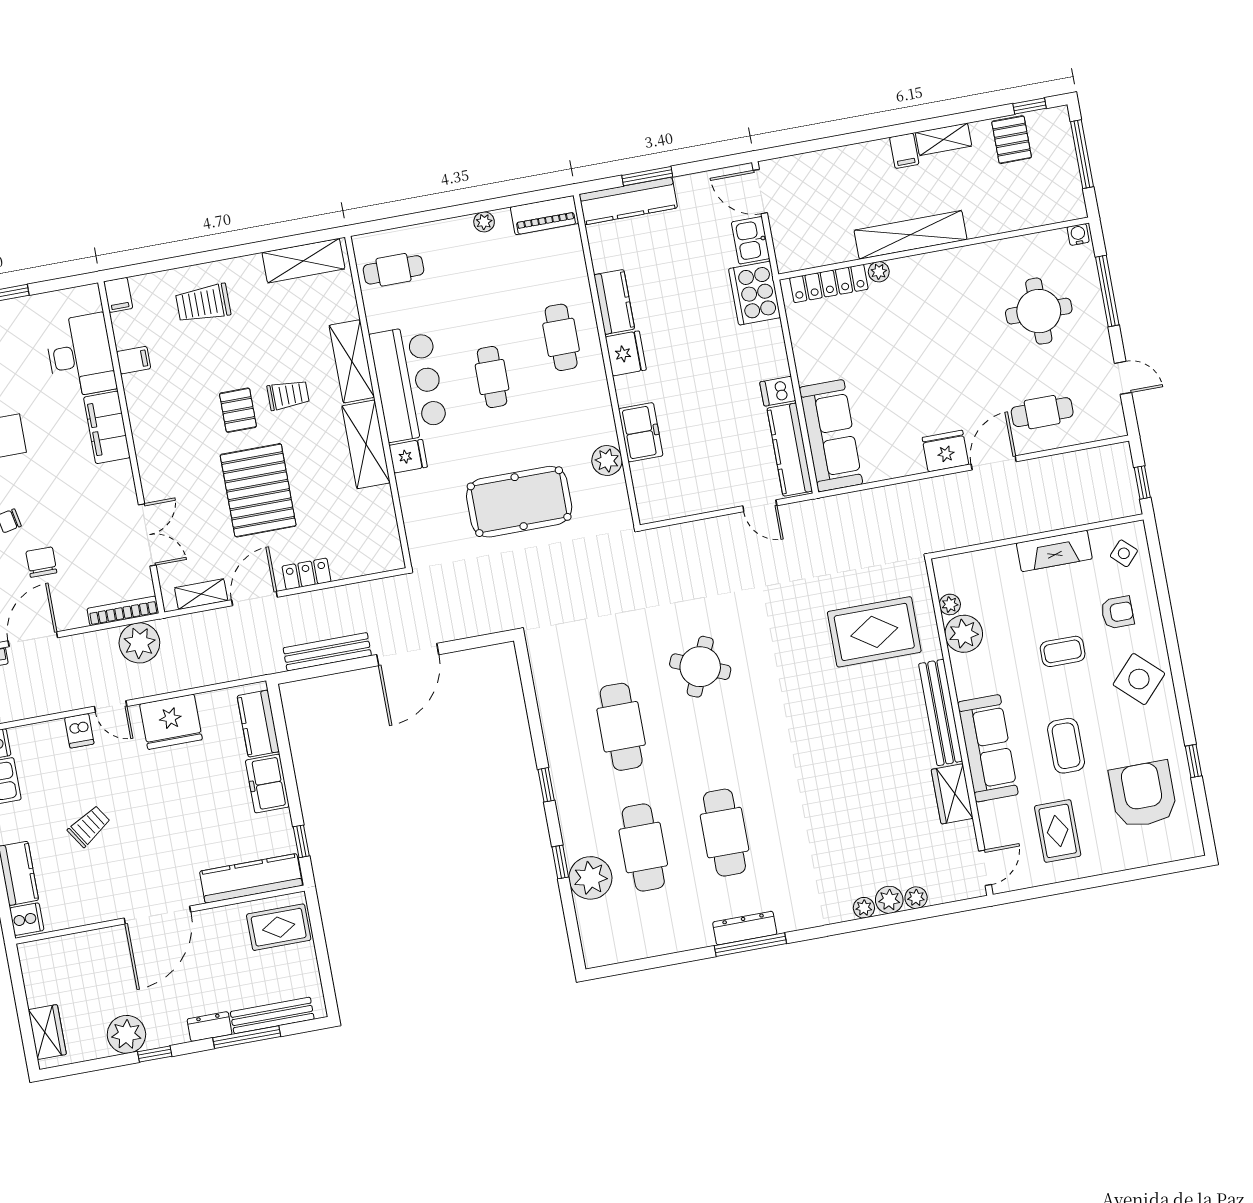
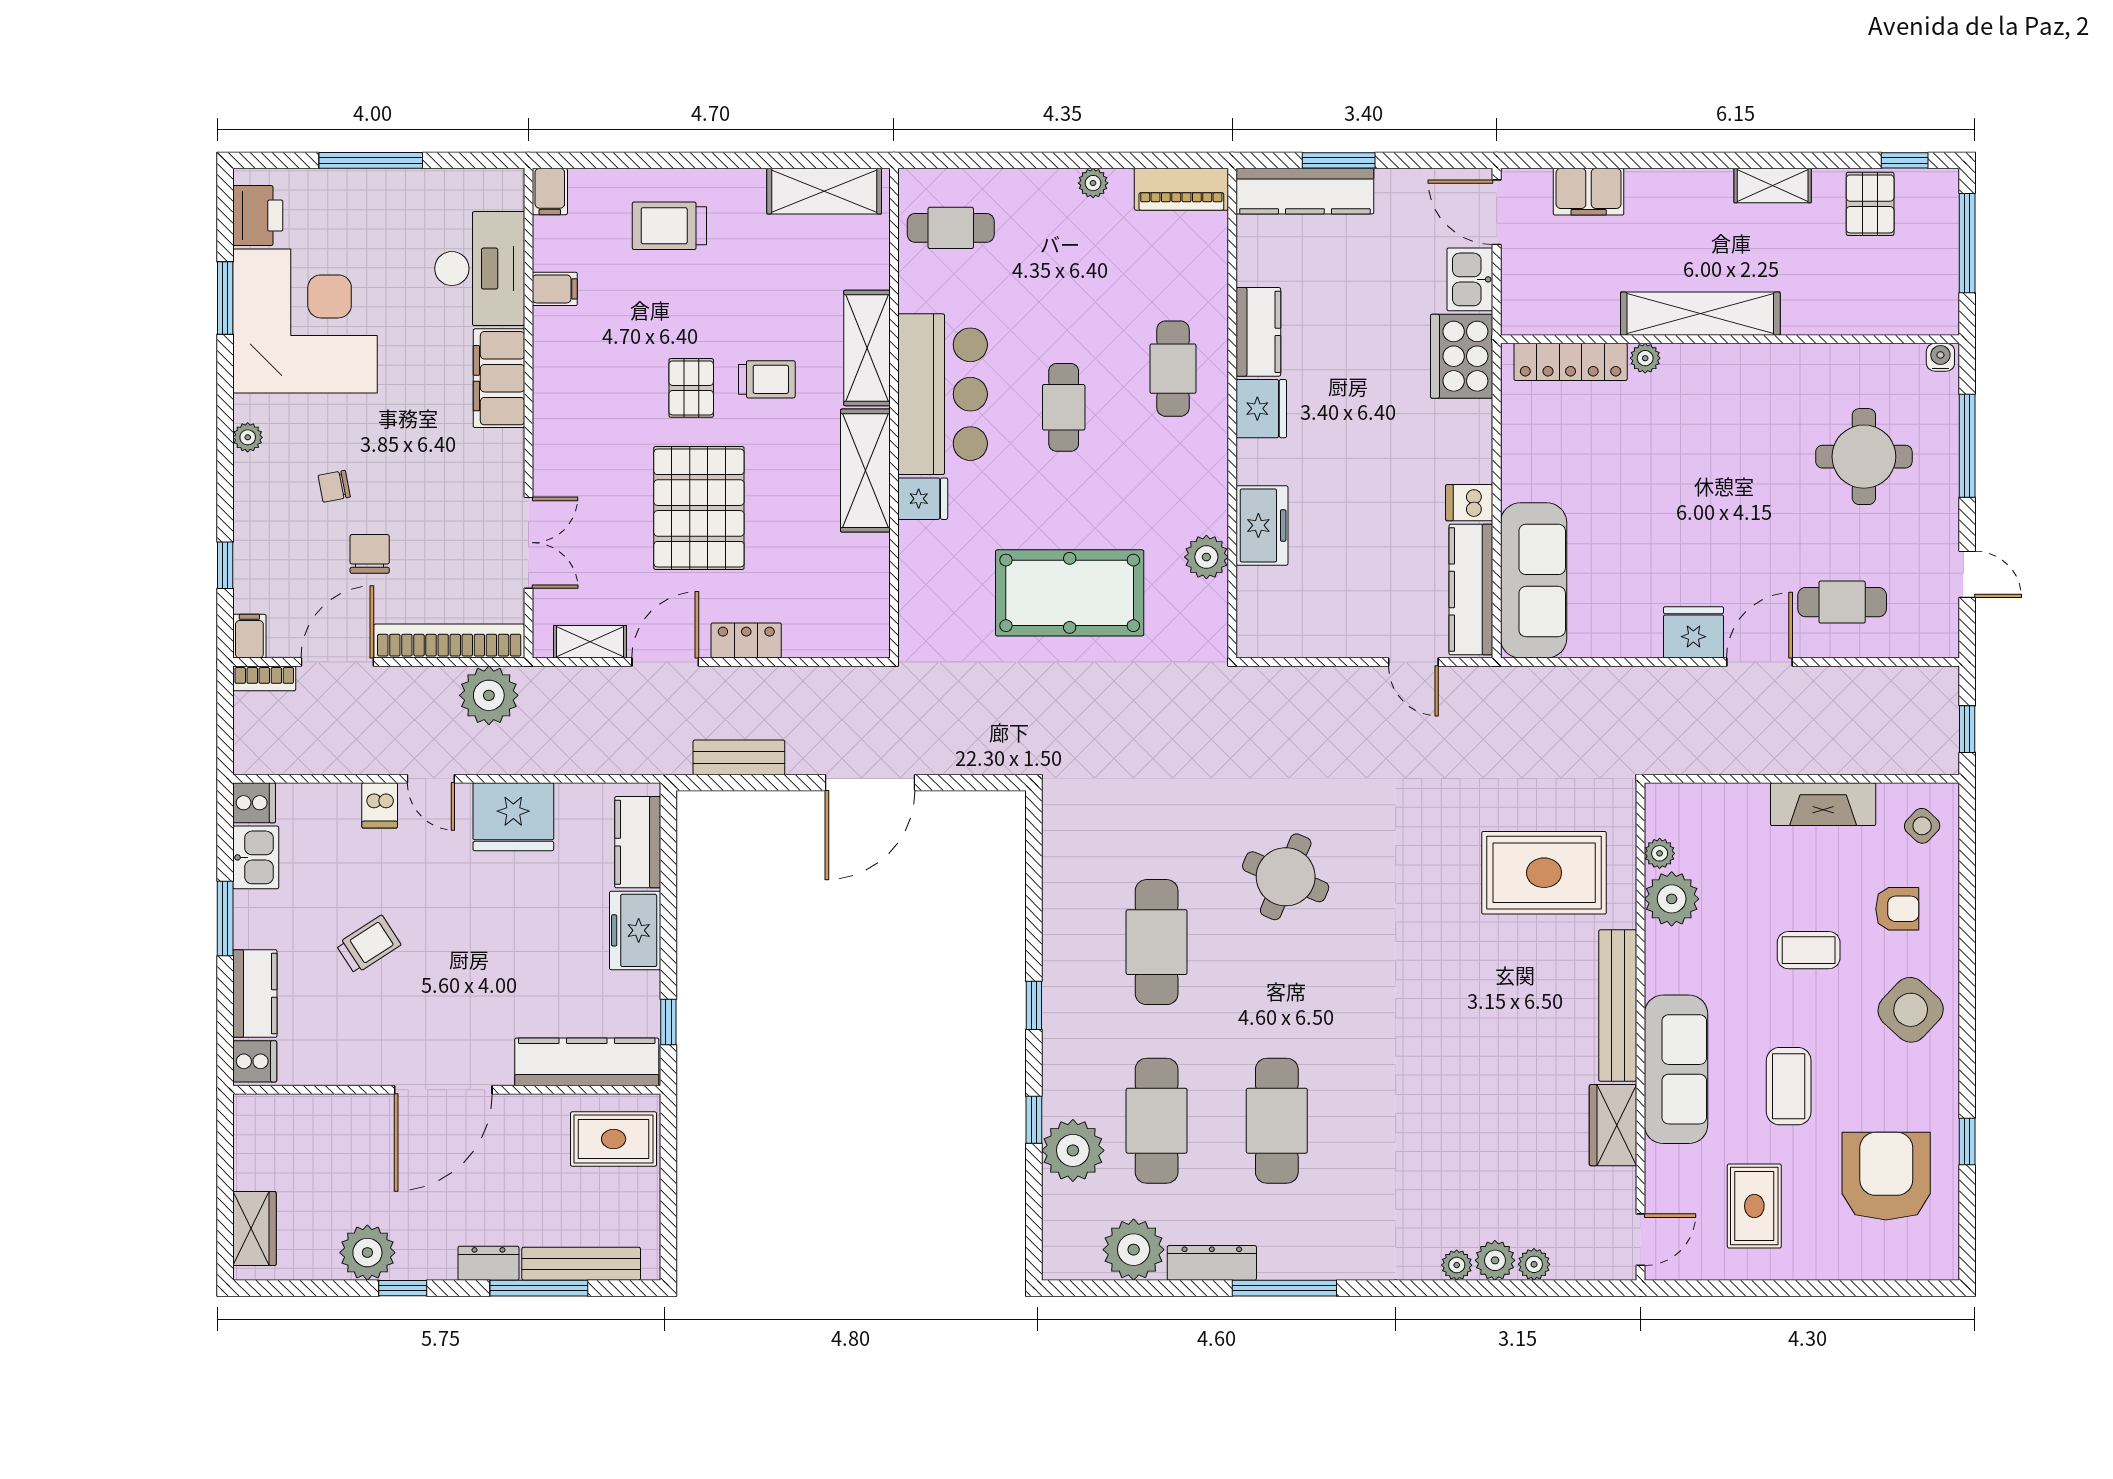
filing cabinet: (904, 151) -> (1589, 192), moved, width x2.00
bookcase: (123, 611) -> (449, 641), width x1.48, depth x1.31
bench: (327, 652) -> (739, 757), width x0.73
dresser: (745, 928) -> (1212, 1263), moved
plant: (644, 937) -> (1134, 1250), added

